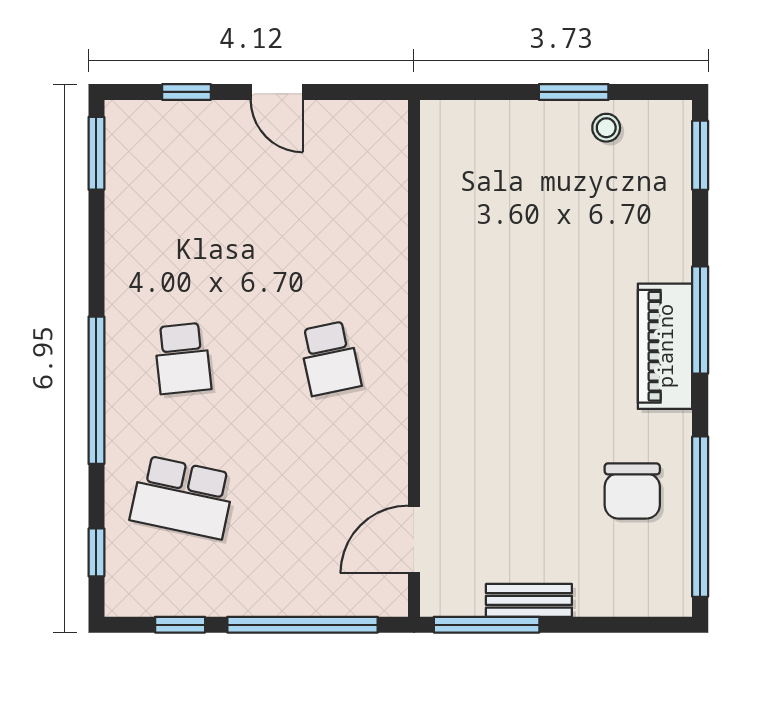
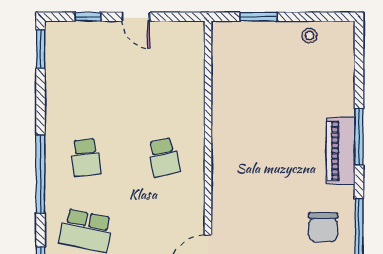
window: (574, 92) -> (258, 17), moved
window: (700, 155) -> (359, 50), removed

